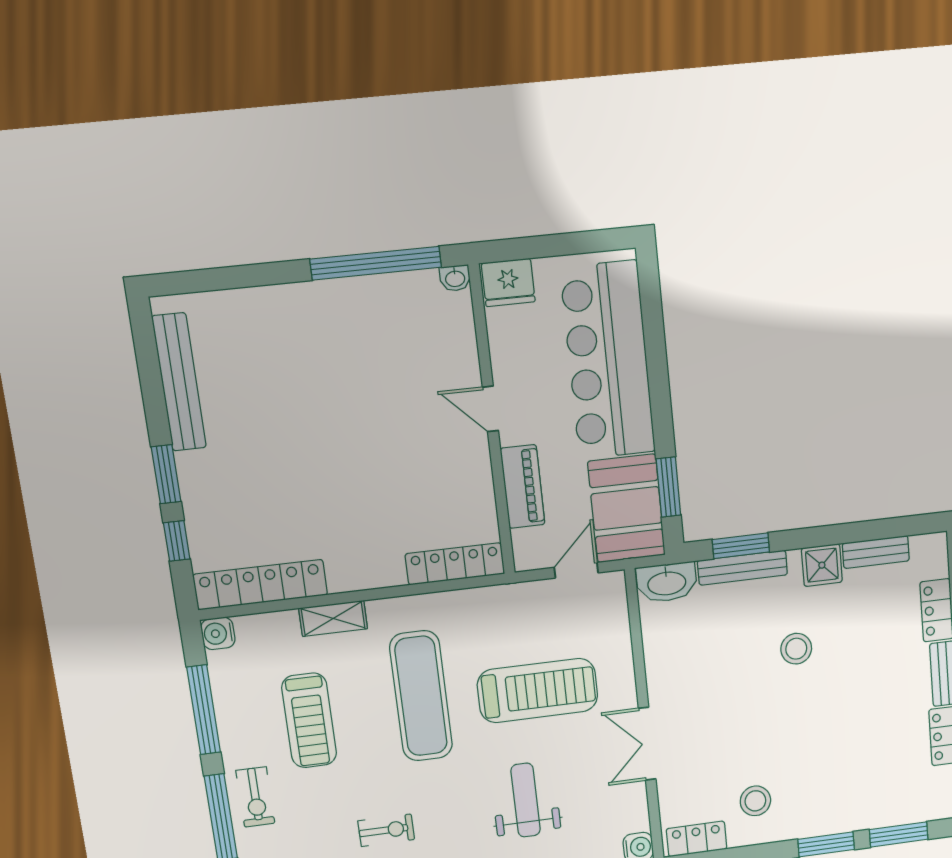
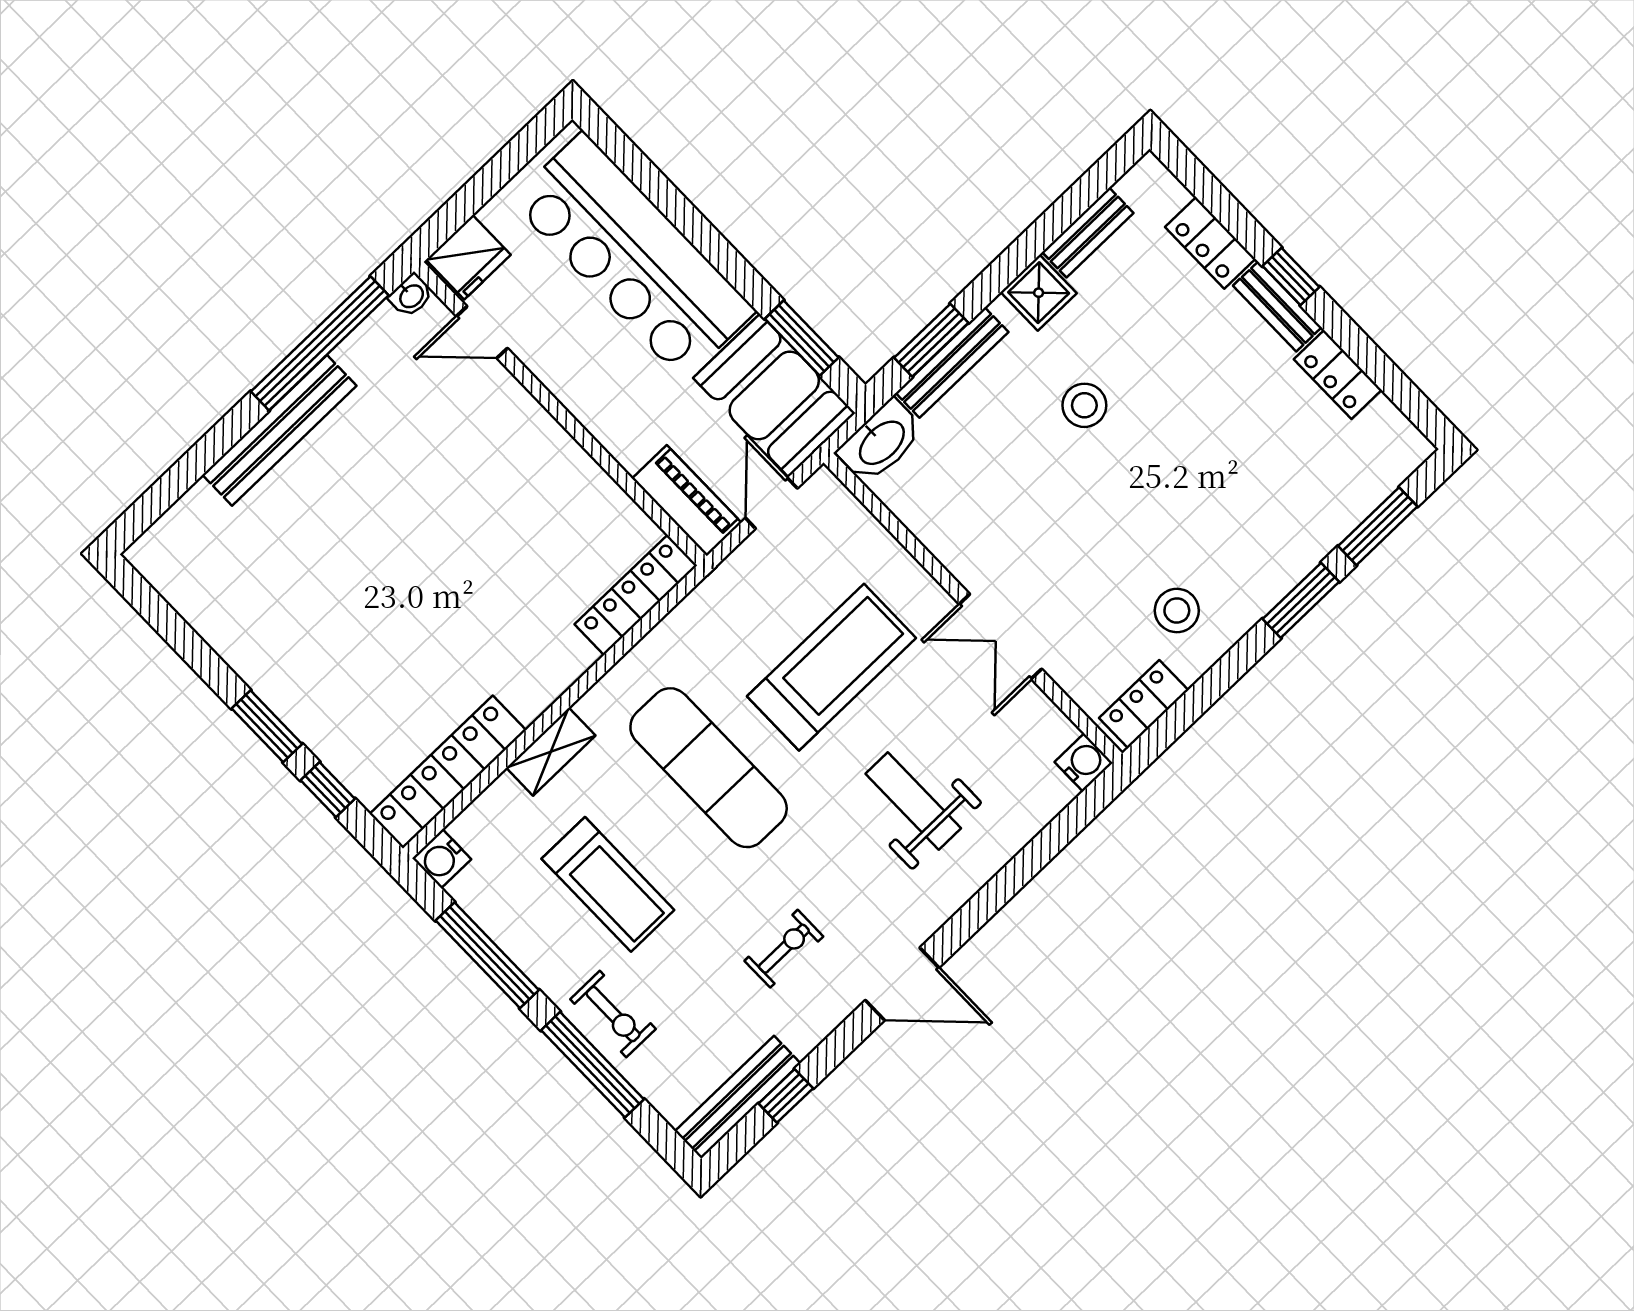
bench: (179, 382) -> (279, 430), moved, turned 90
door: (490, 409) -> (482, 332), moved
piano: (523, 487) -> (687, 501), moved

